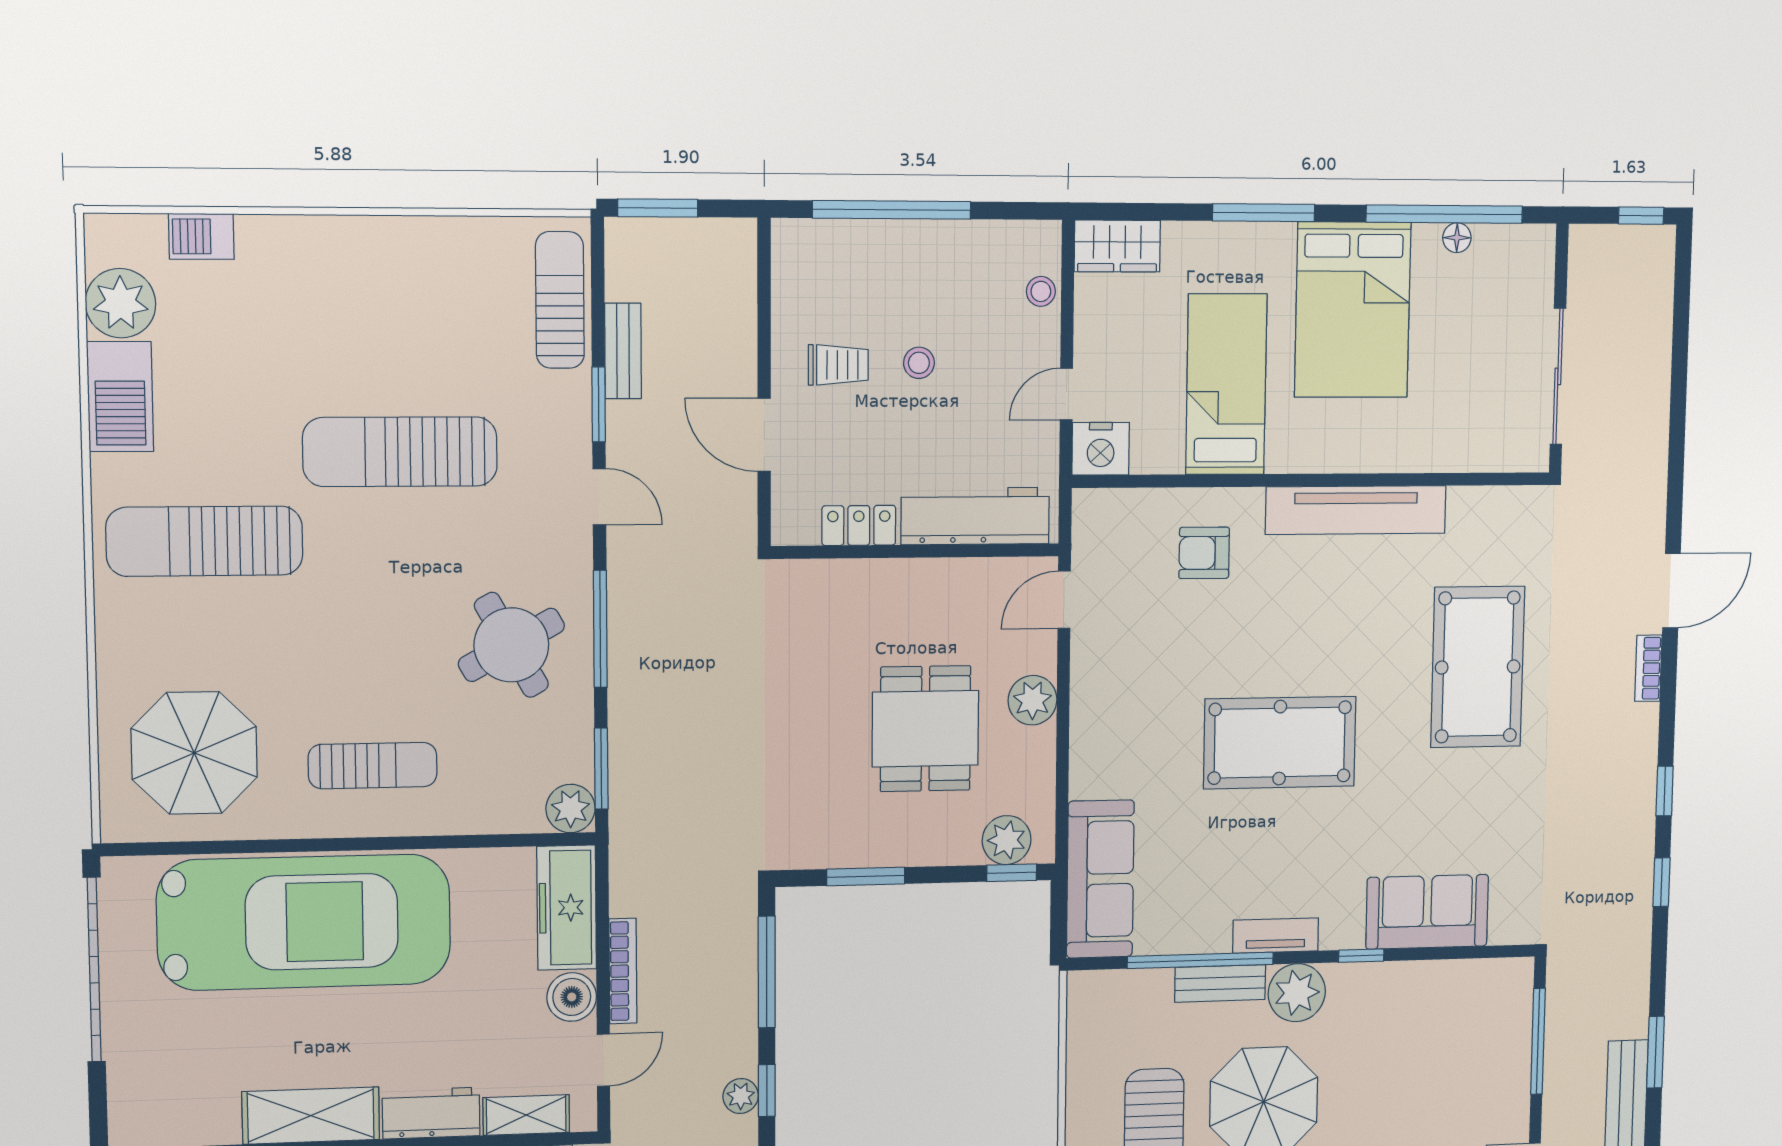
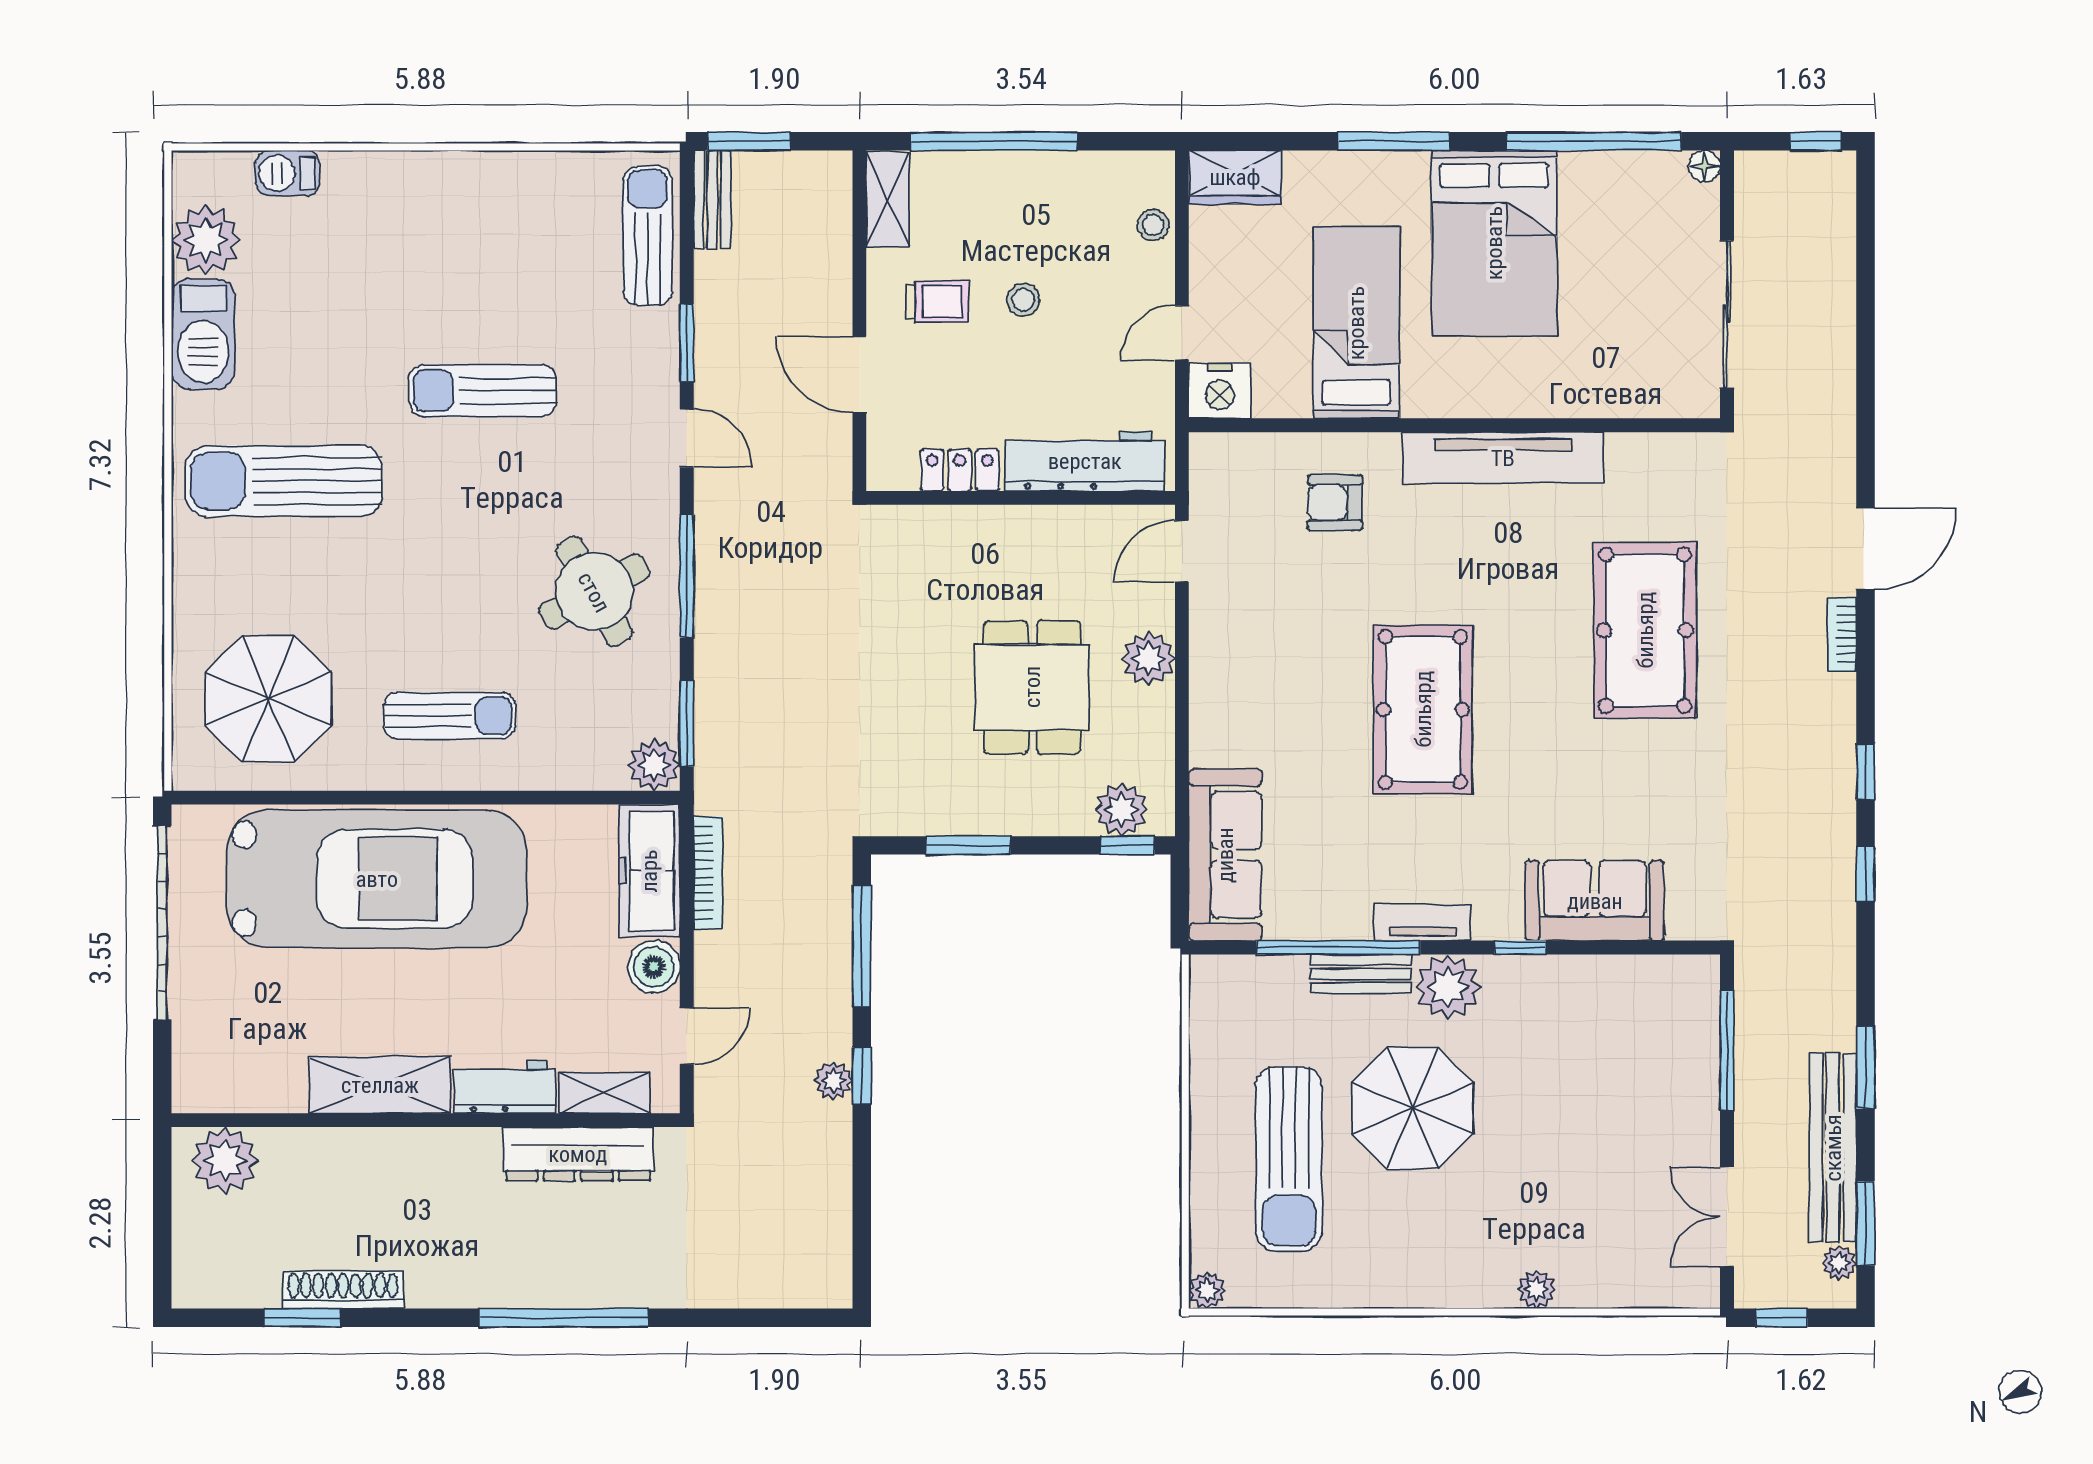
floor lamp: (1457, 238) -> (1704, 166), moved
shelving: (791, 266) -> (888, 199), added
bench: (623, 351) -> (712, 199), moved
sun lounger: (400, 452) -> (483, 391), width x0.73, depth x0.75
pool table: (1280, 743) -> (1423, 709), turned 90
bookcase: (623, 971) -> (708, 873), moved

